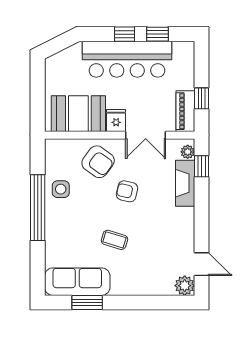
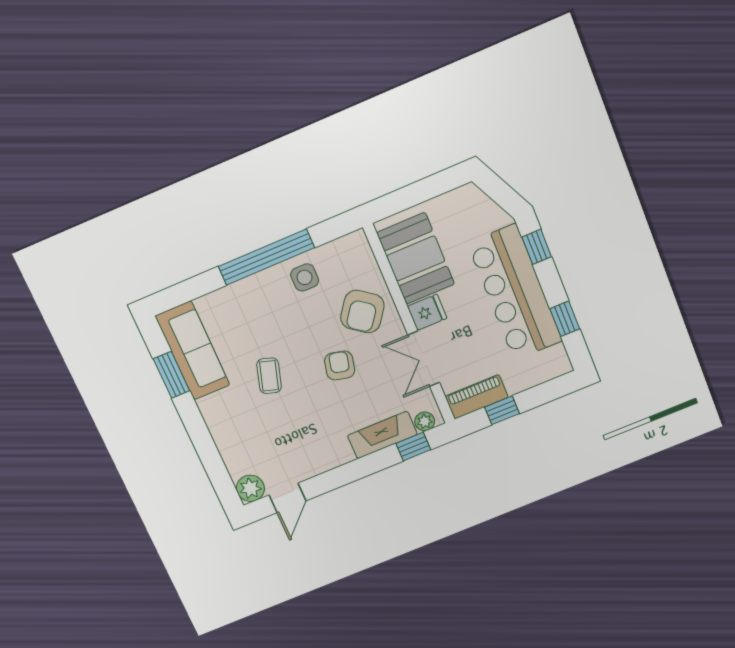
window: (124, 34) -> (537, 247), moved

